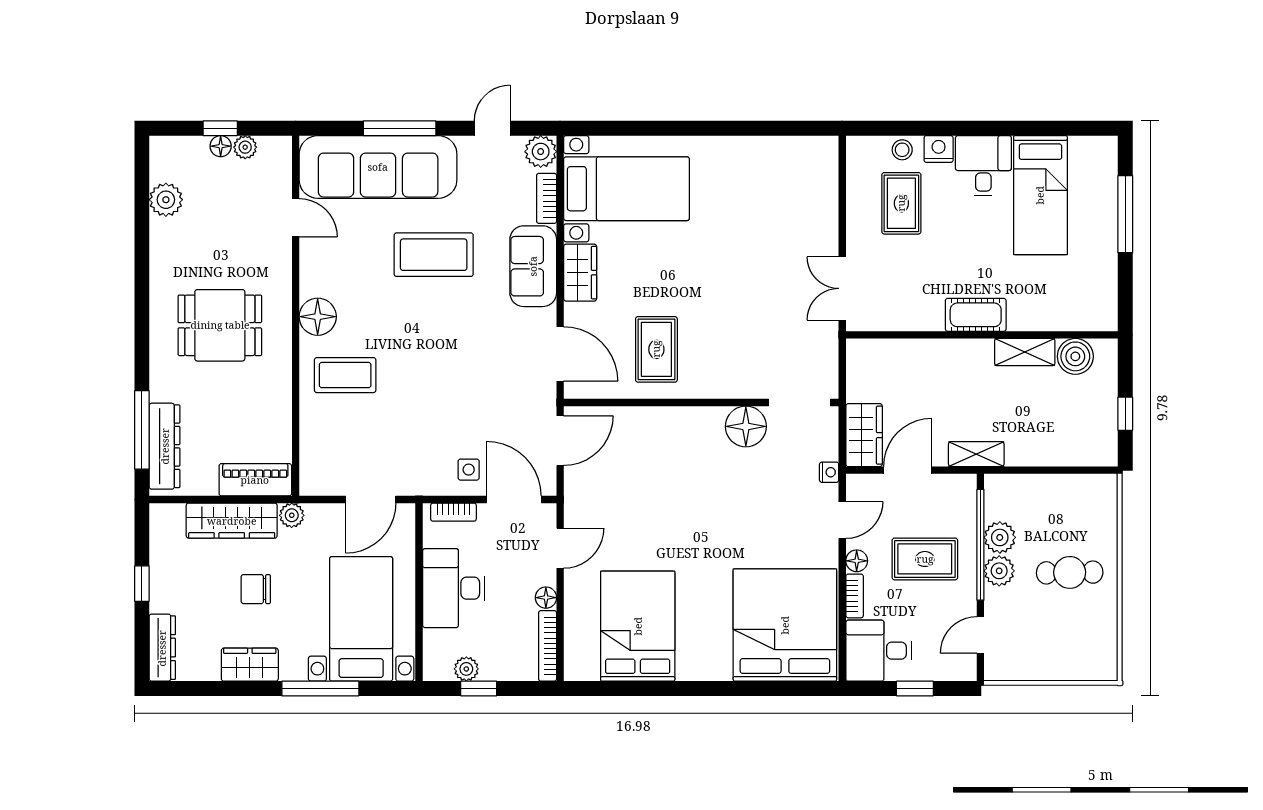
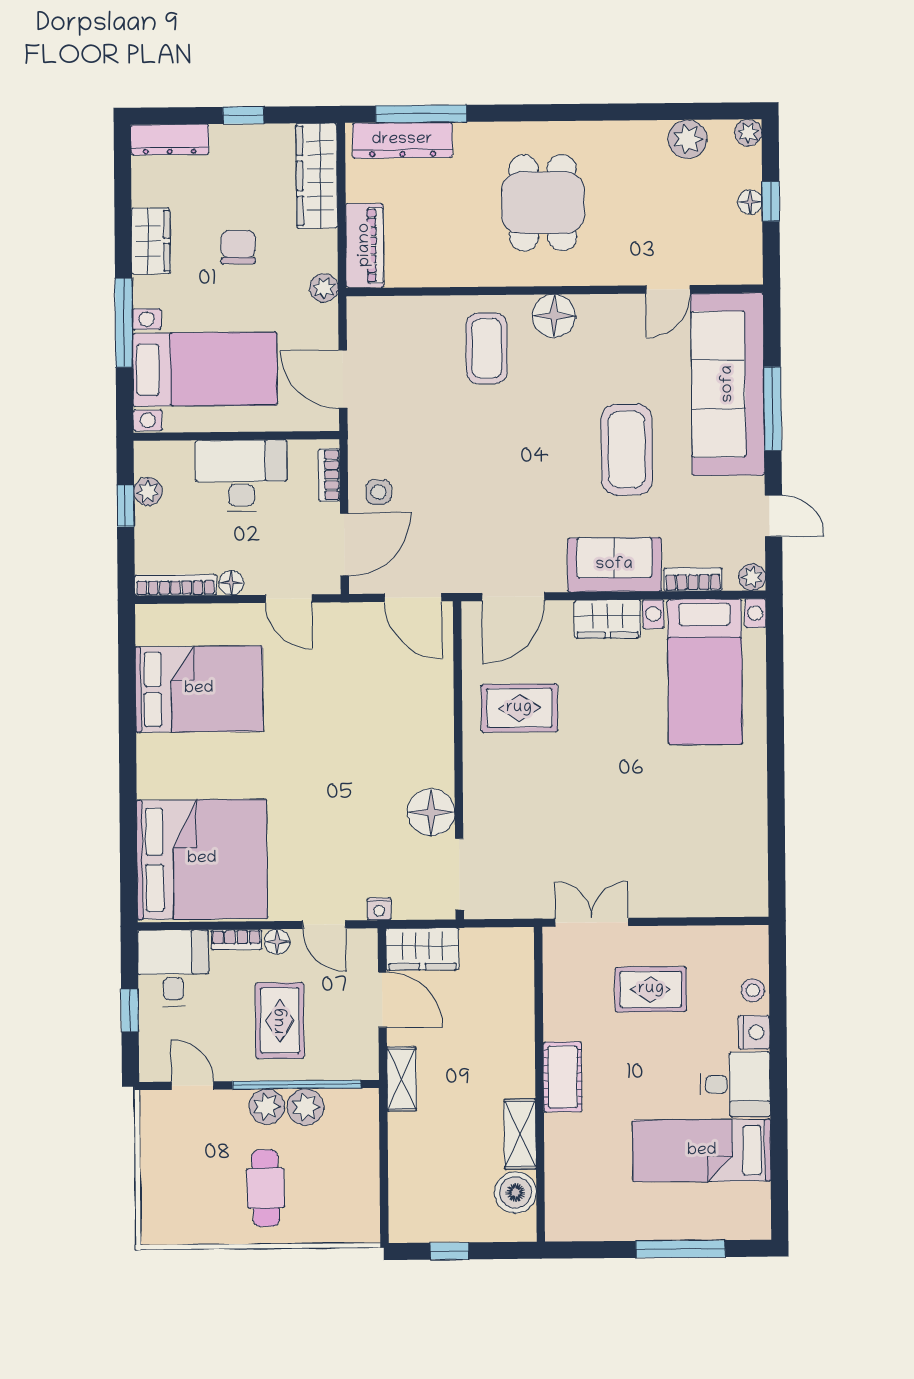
plant: (245, 147) -> (748, 133), moved
plant: (541, 152) -> (752, 577), width x0.73, depth x0.73
rug: (901, 203) -> (651, 989), moved
wardrobe: (232, 521) -> (317, 176), moved

